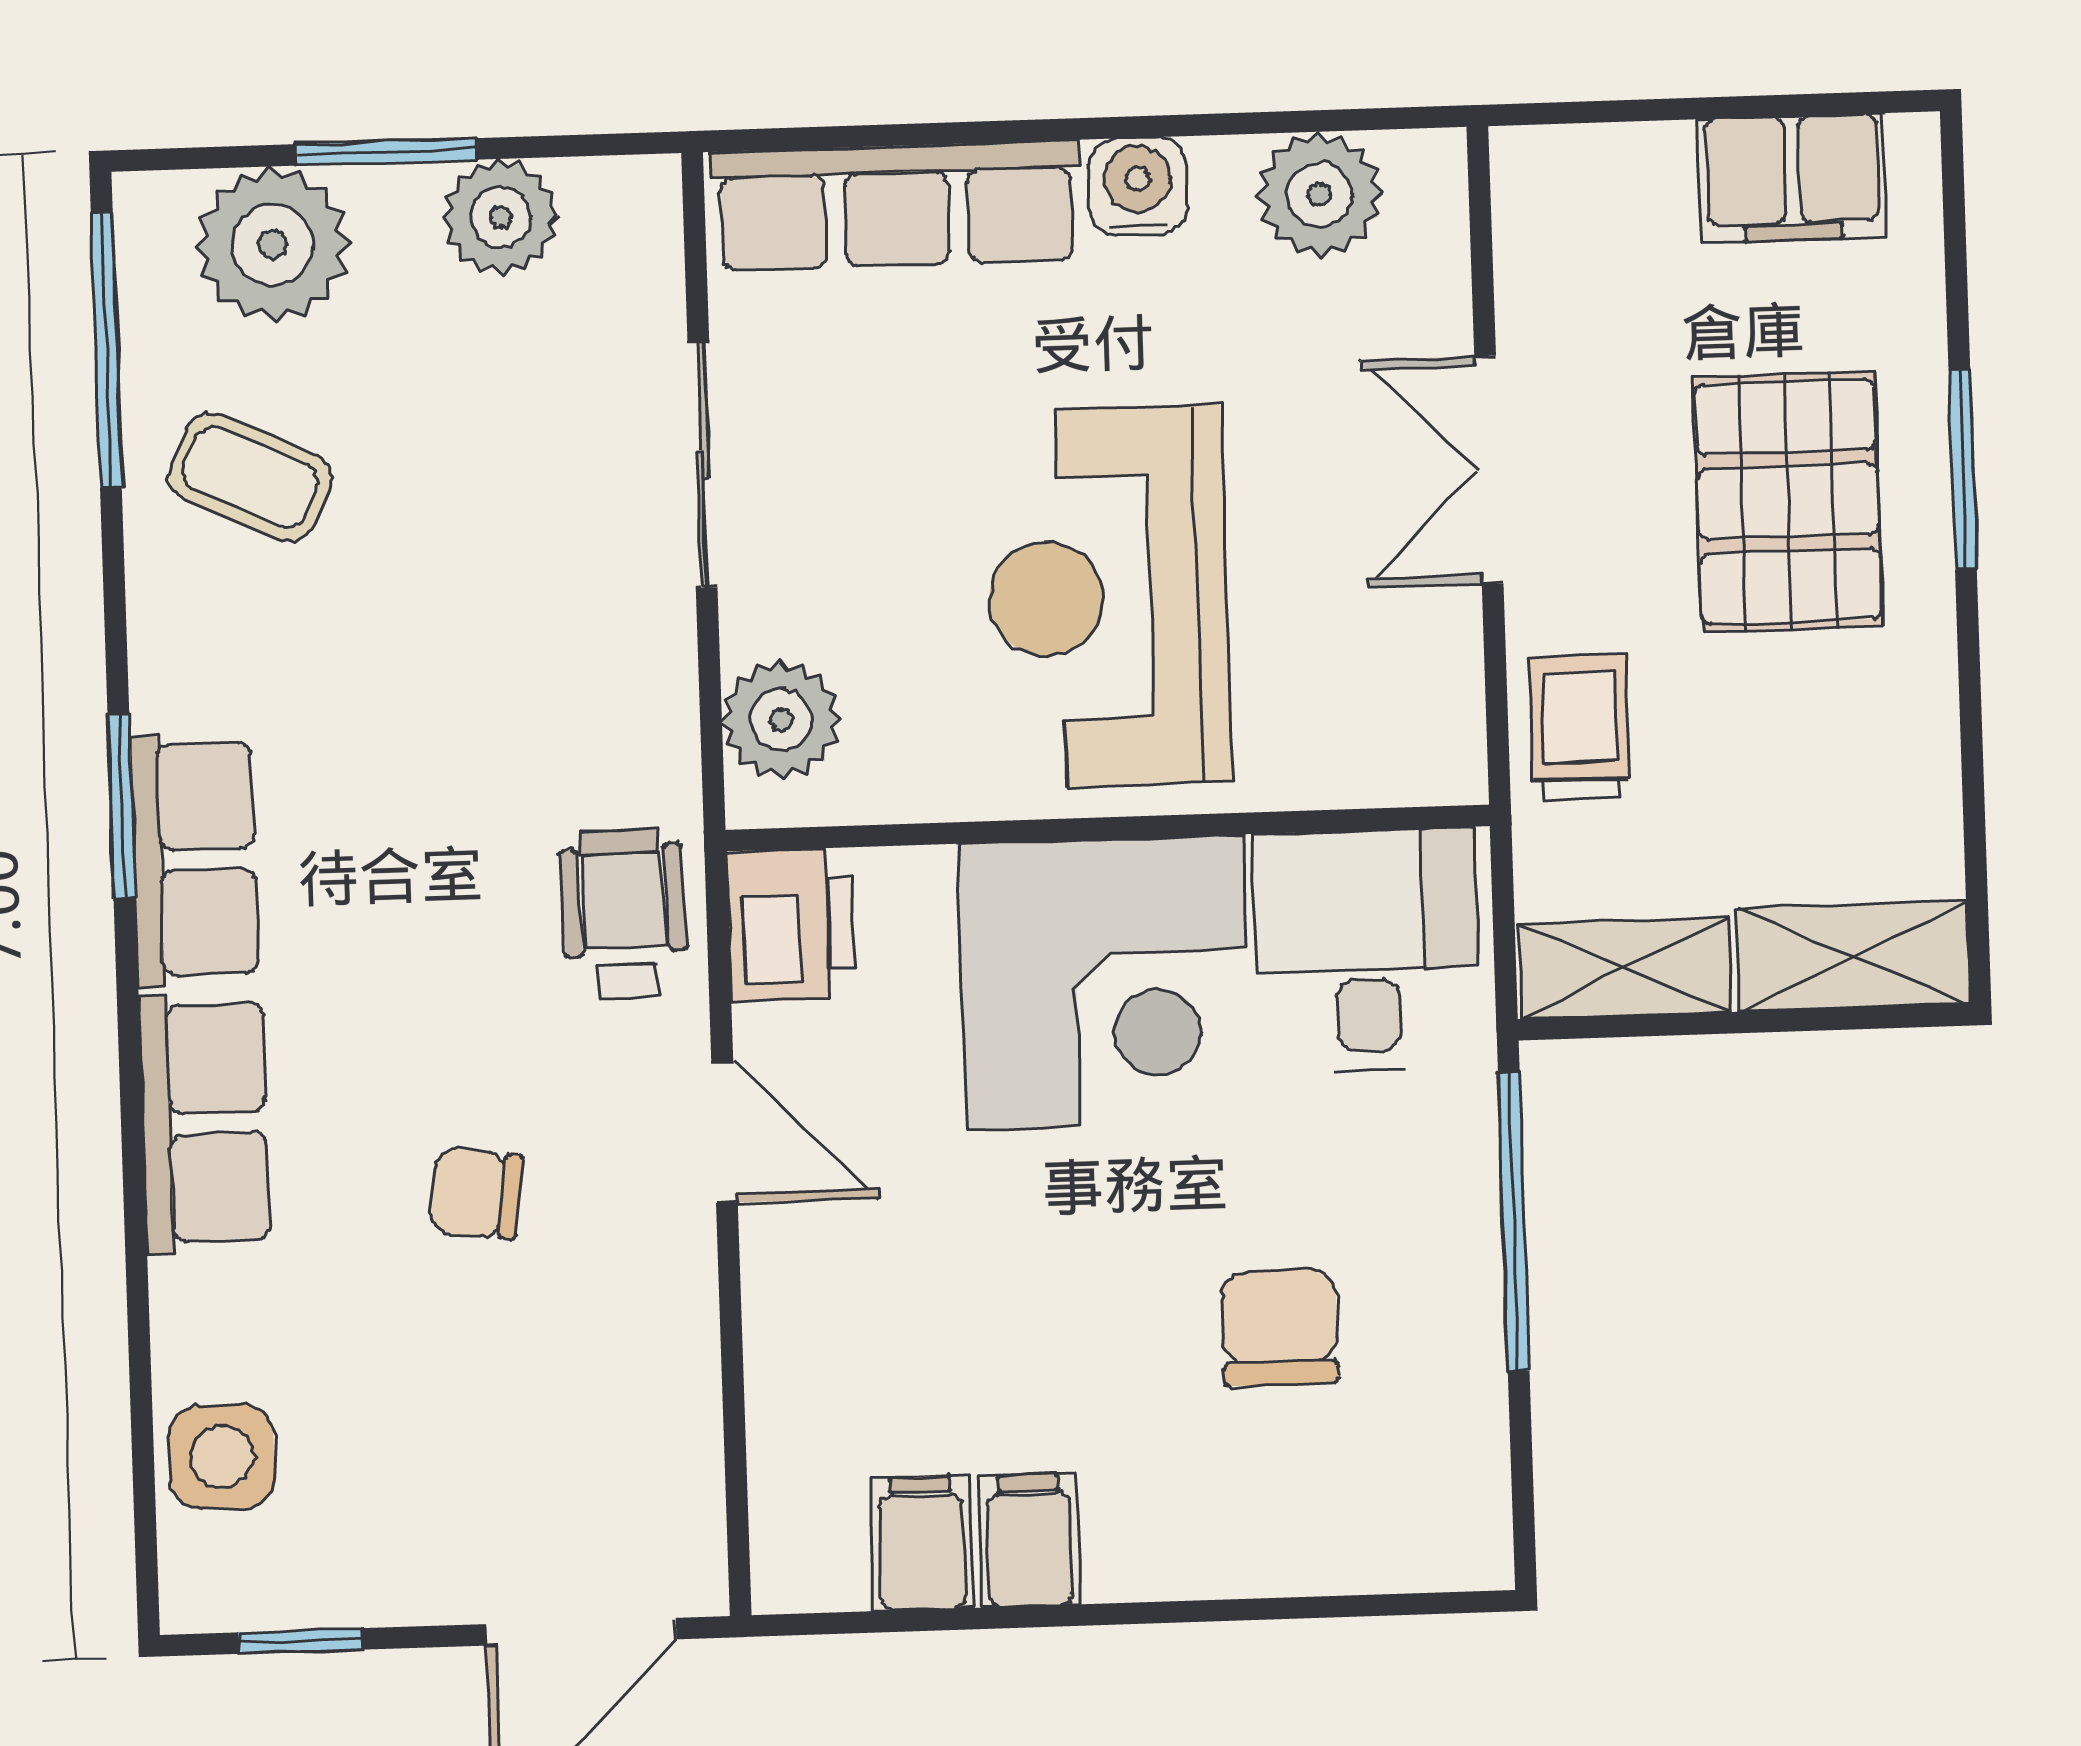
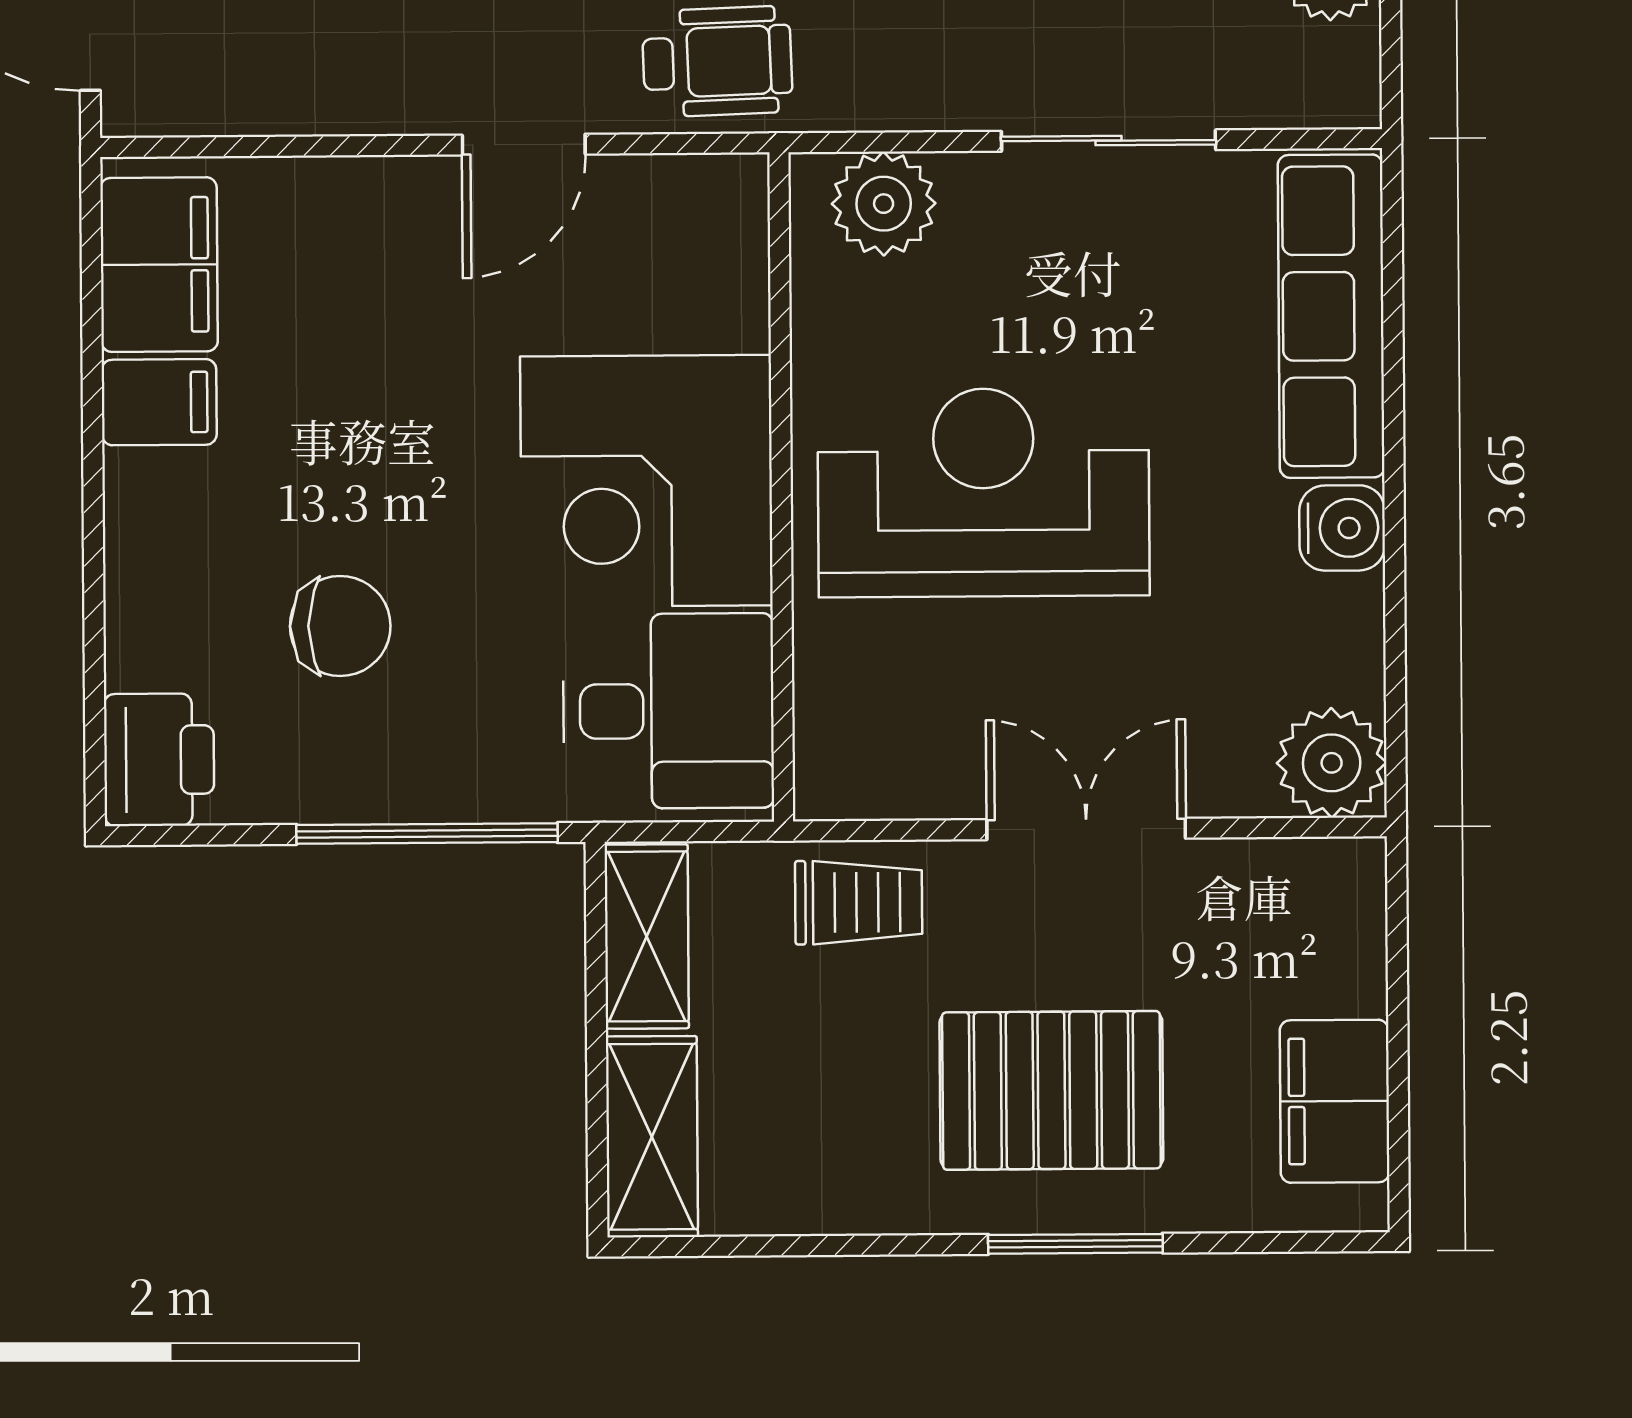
plant: (1319, 195) -> (1332, 763), moved
printer: (791, 925) -> (159, 760), moved, turned -90
filing cabinet: (922, 1543) -> (159, 265), width x2.00

